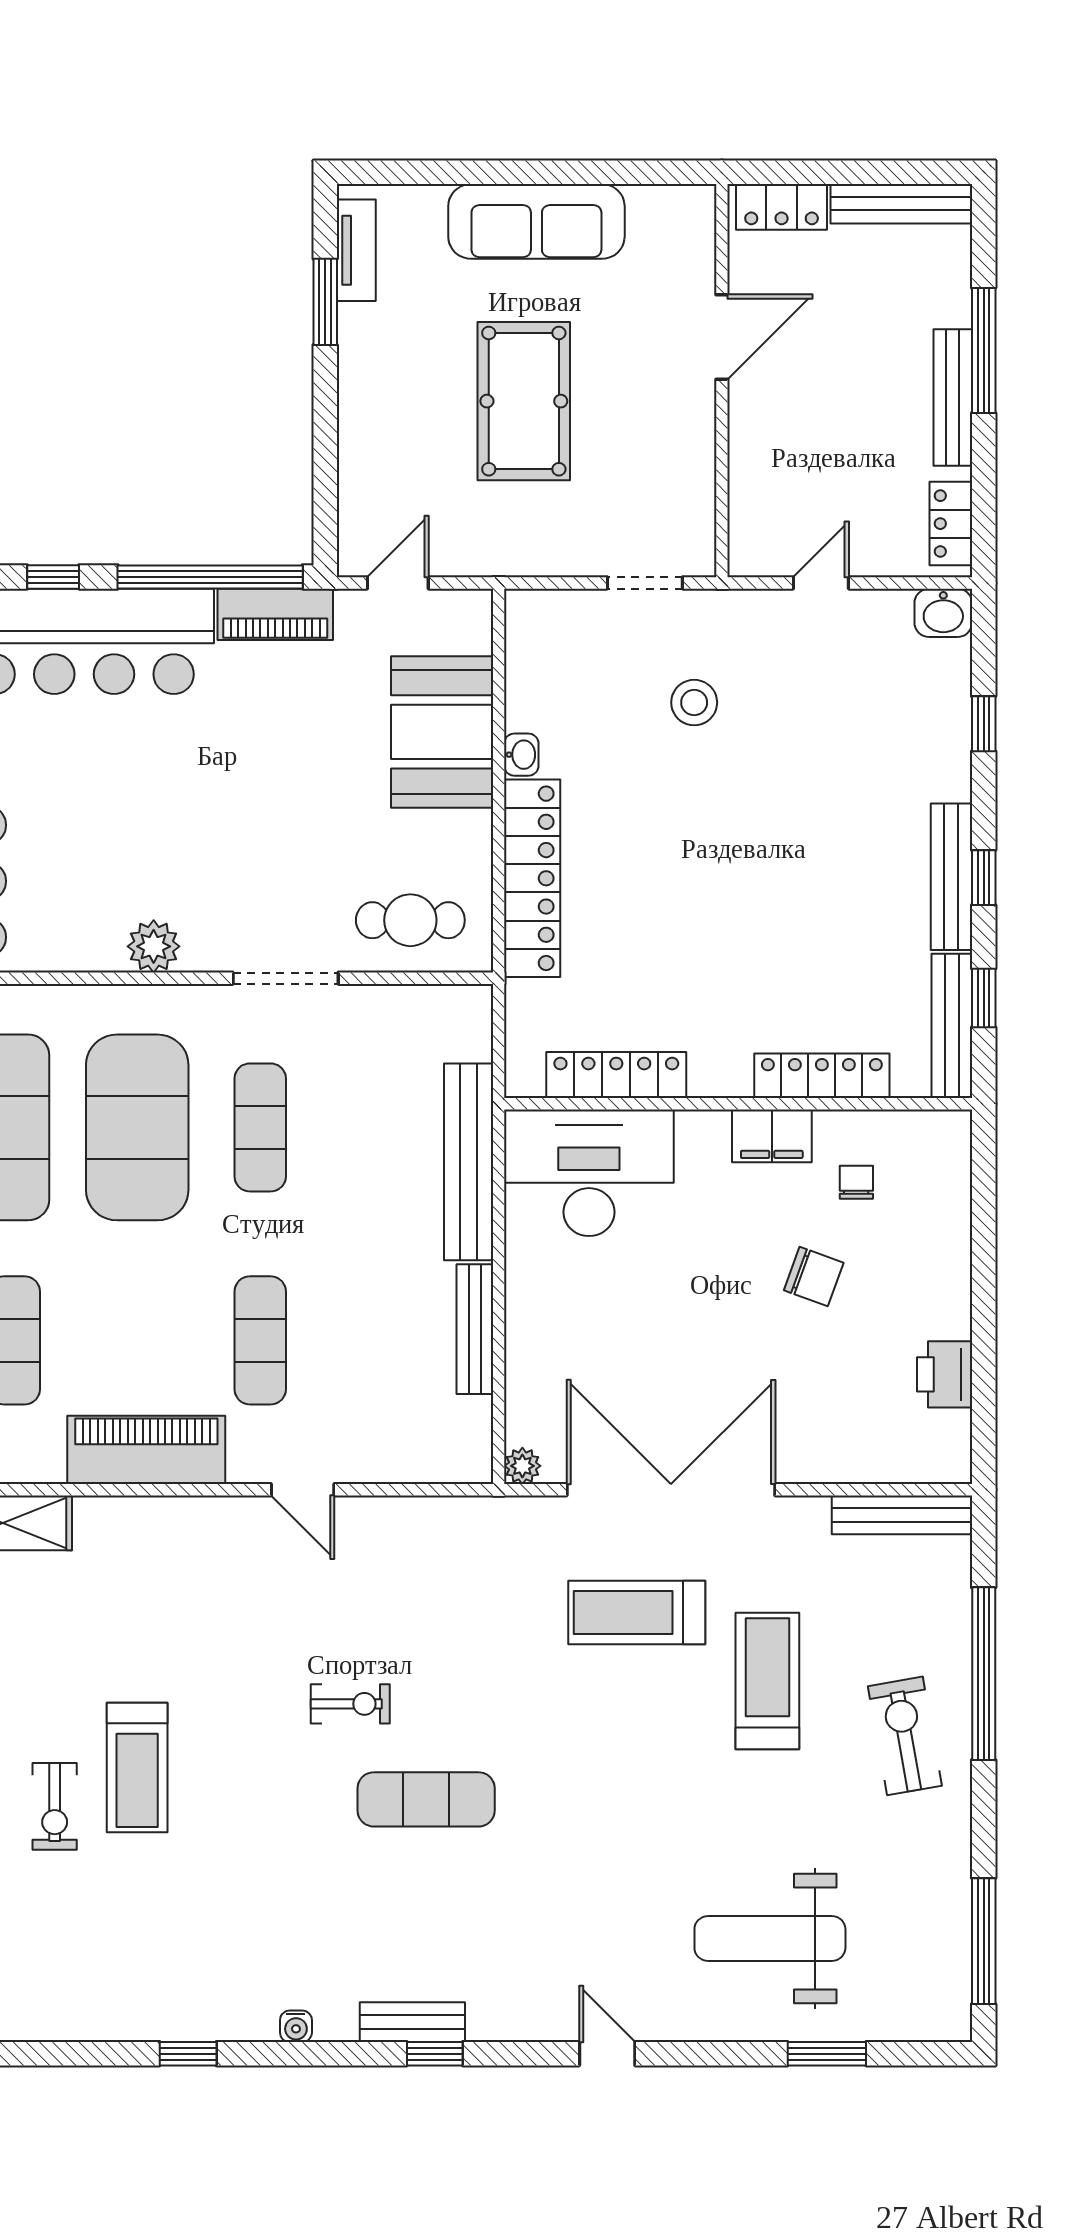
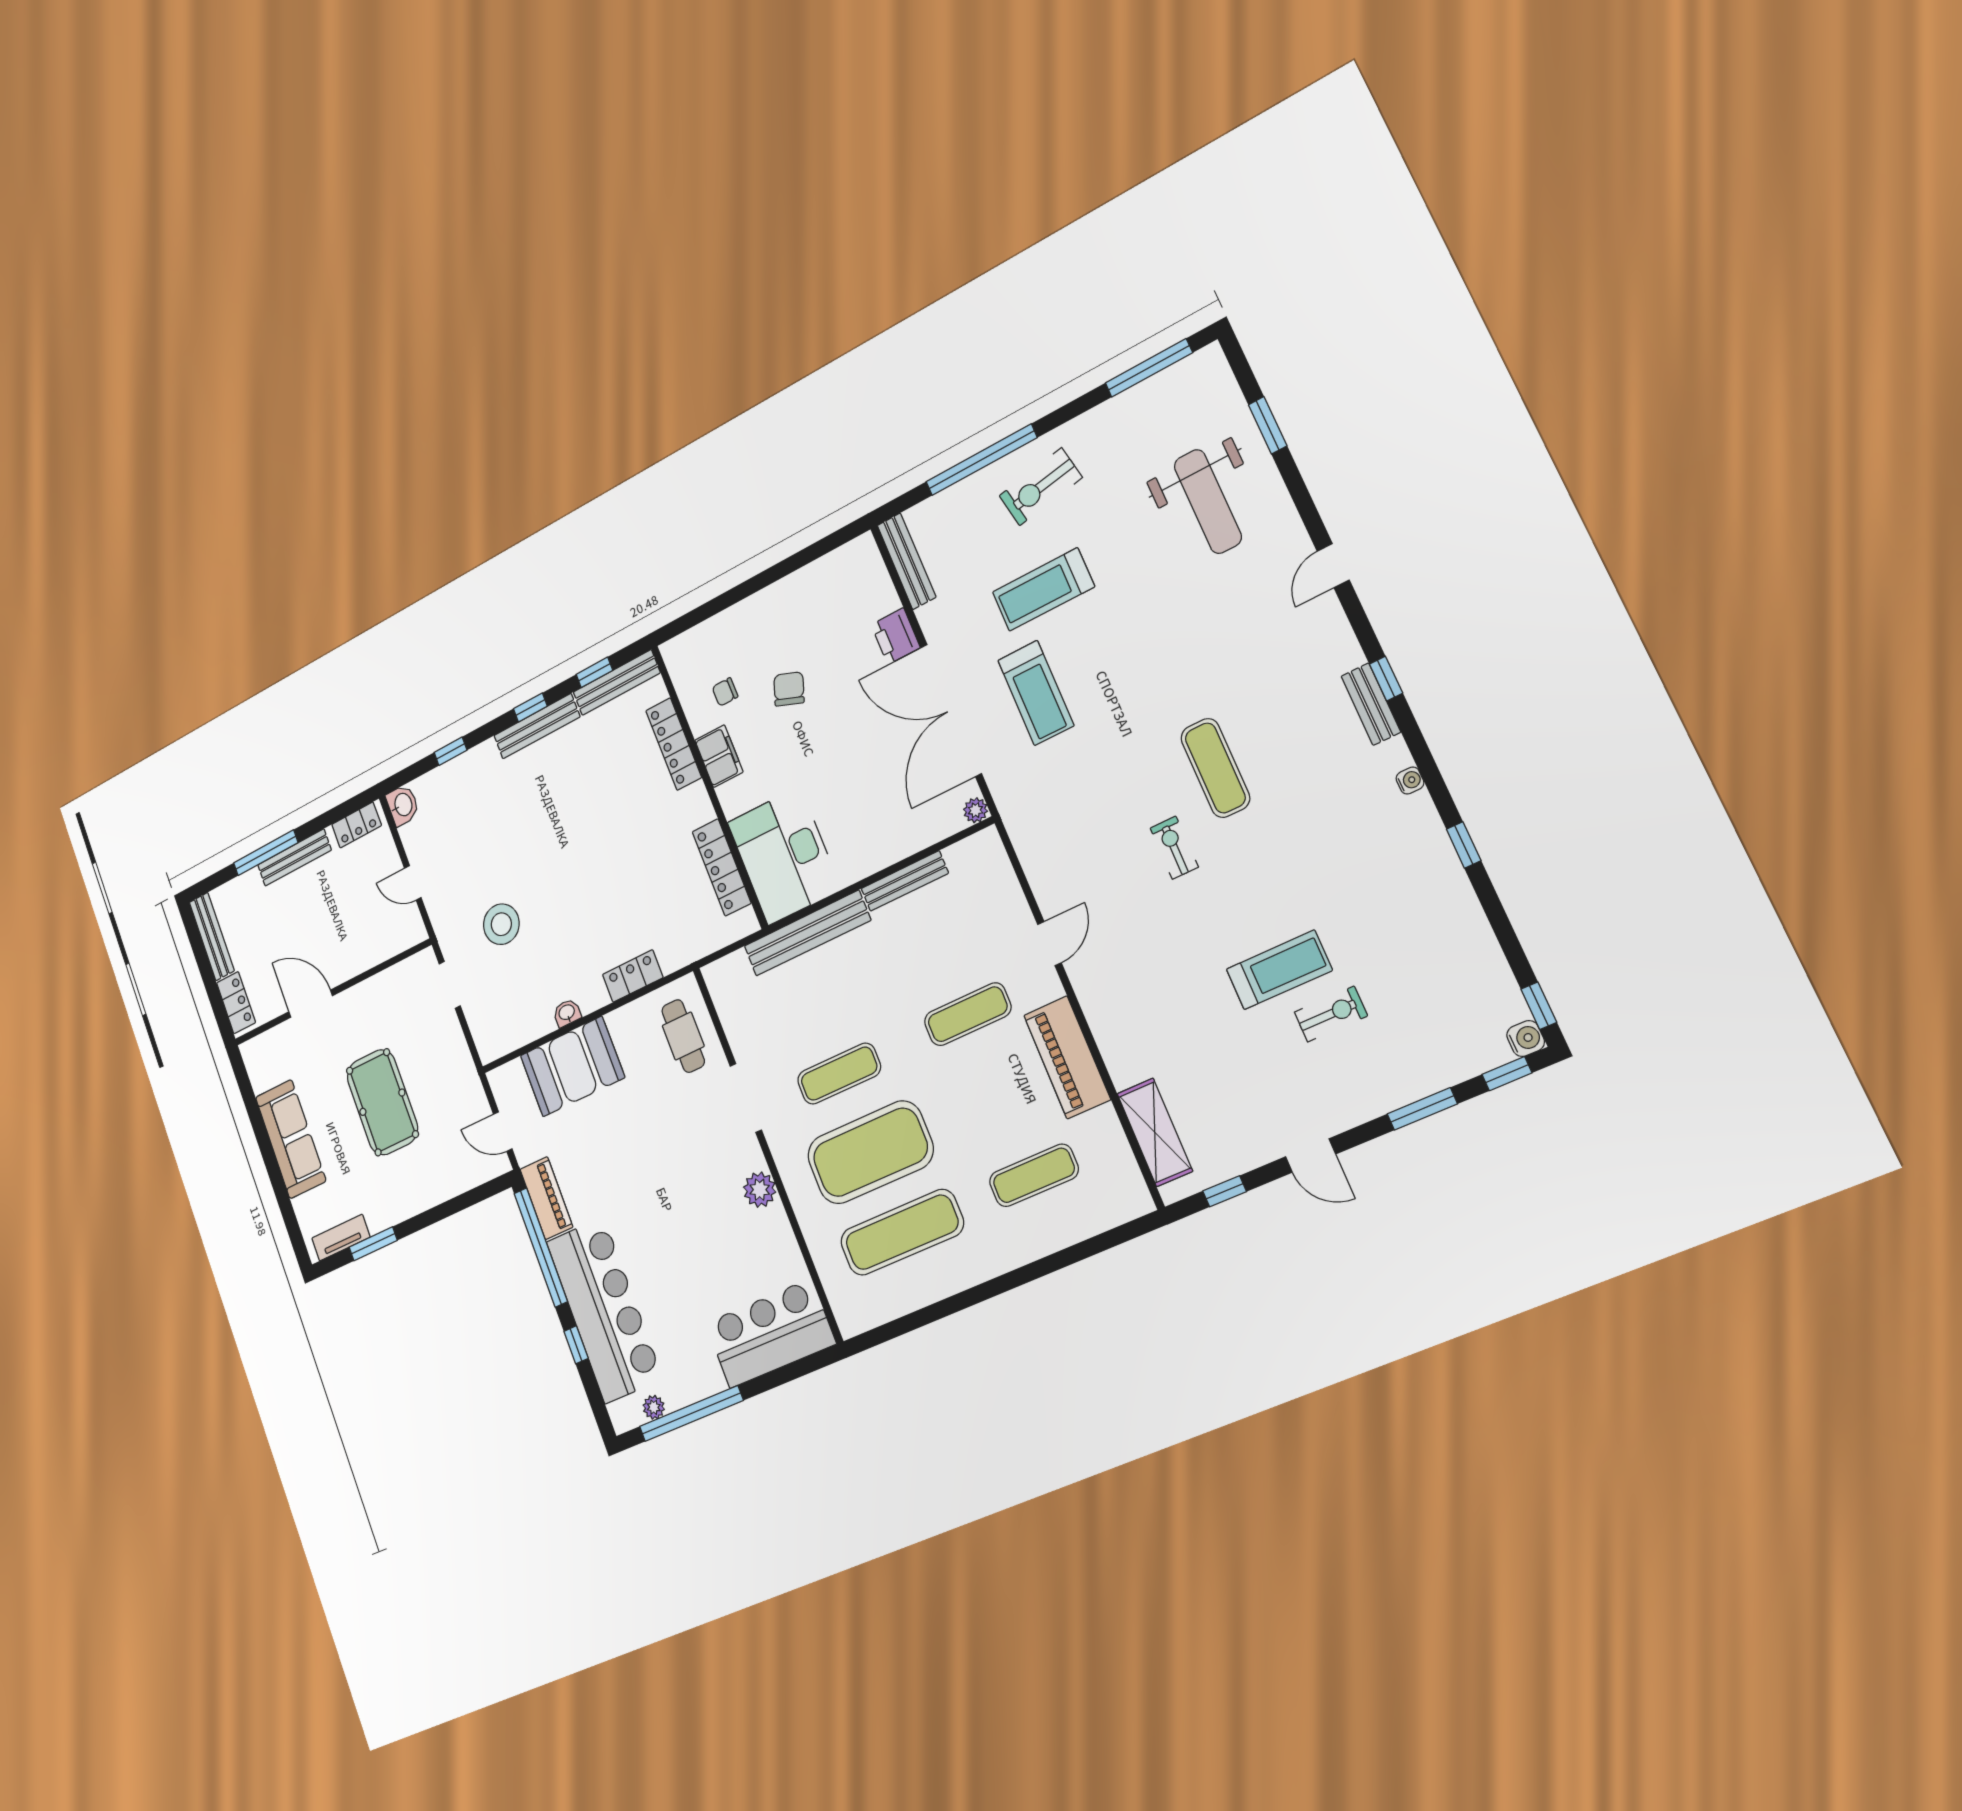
pool table: (524, 401) -> (382, 1102), turned 90
stool: (694, 703) -> (501, 924), width x1.38, depth x1.38
locker: (532, 878) -> (633, 976), width x0.46, depth x0.83
printer: (945, 1374) -> (896, 636), moved, turned 90

